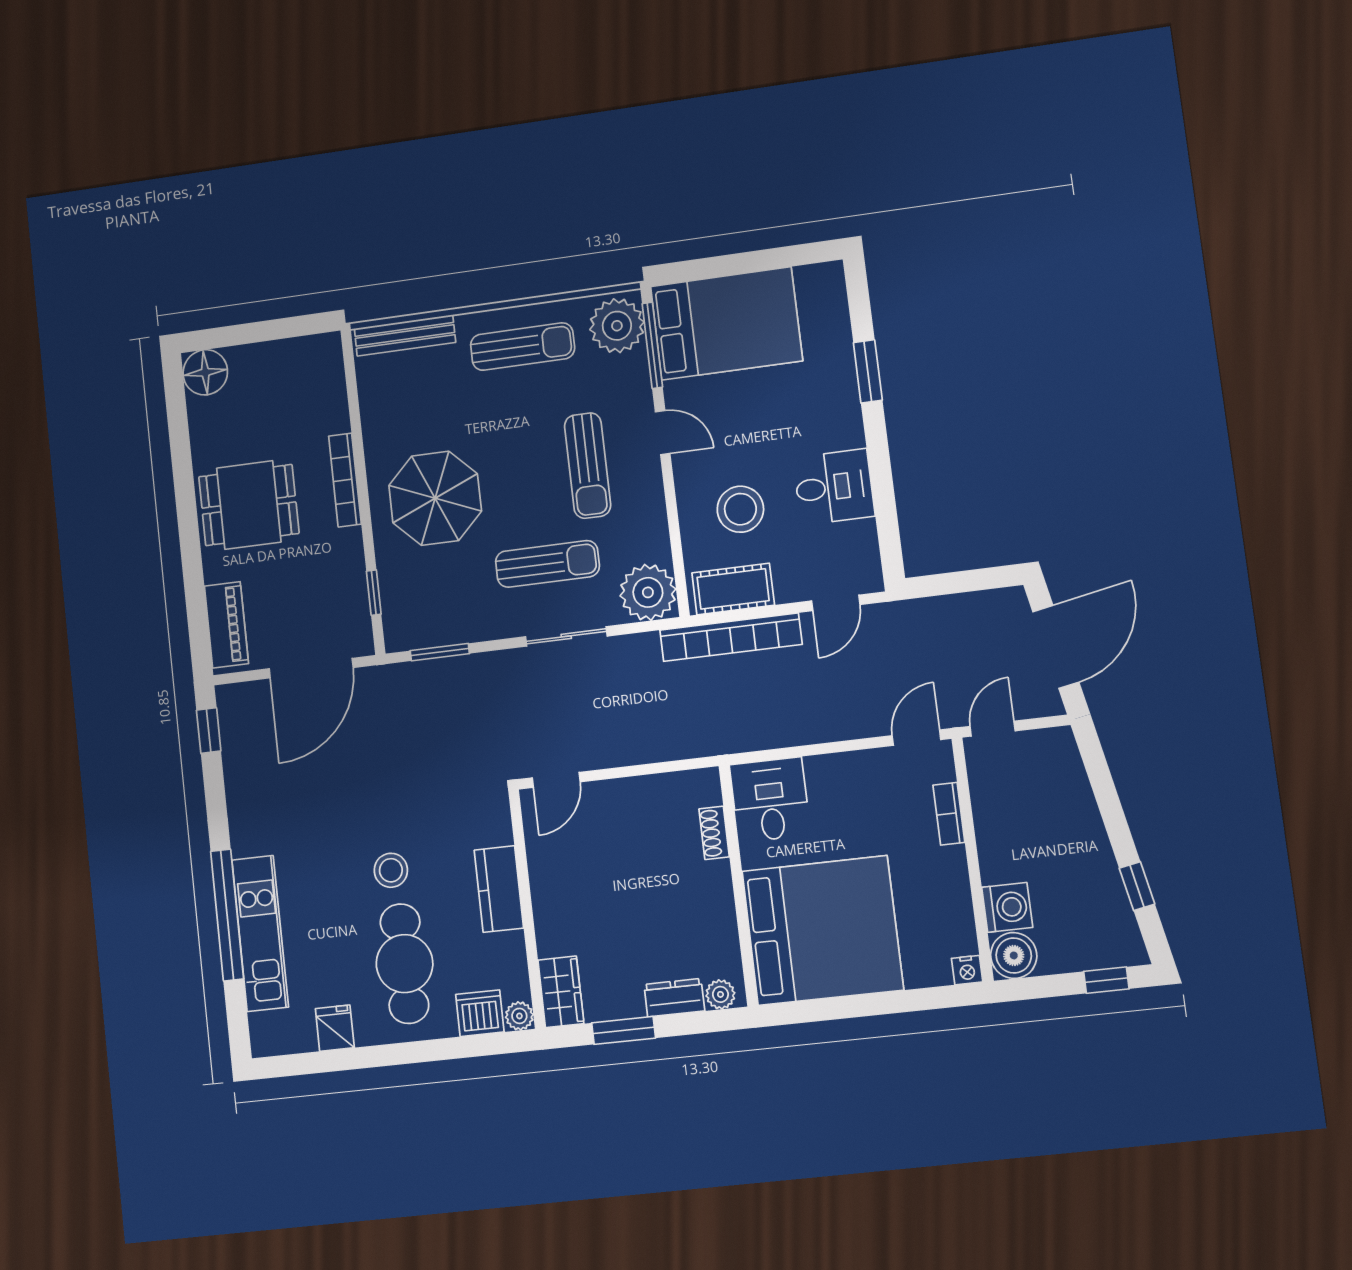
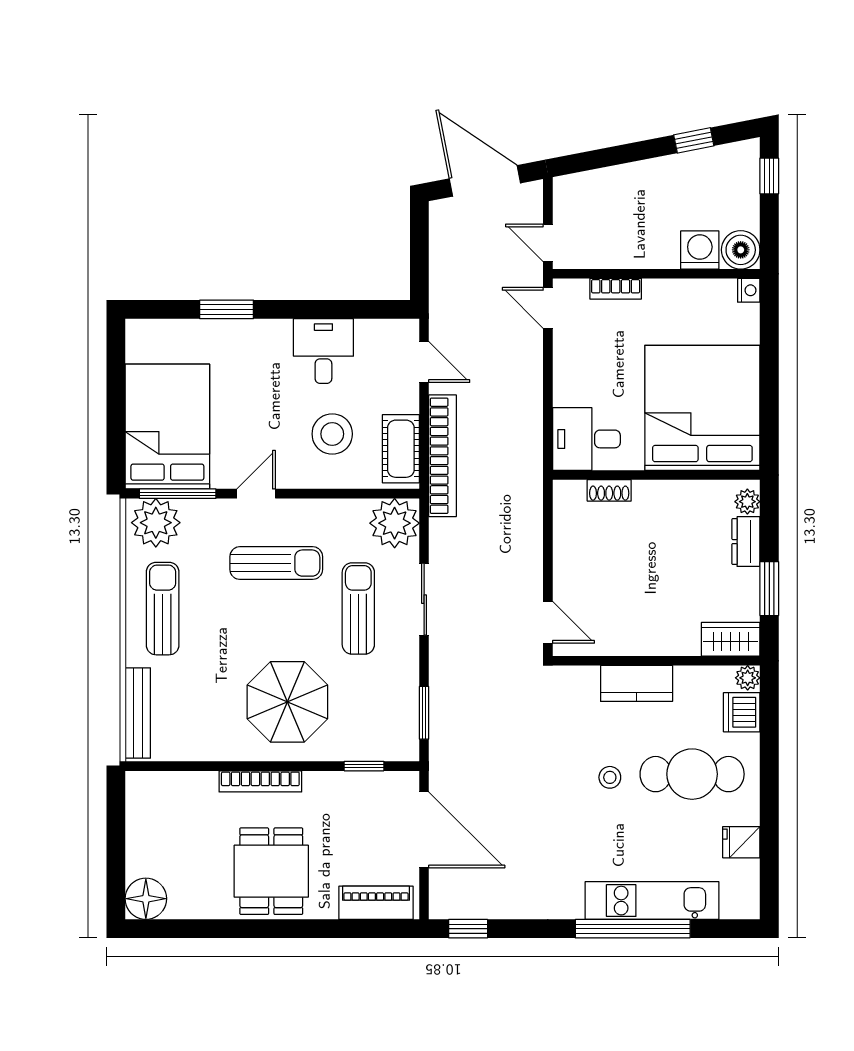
stool: (391, 870) -> (610, 777), width x0.73, depth x0.73

